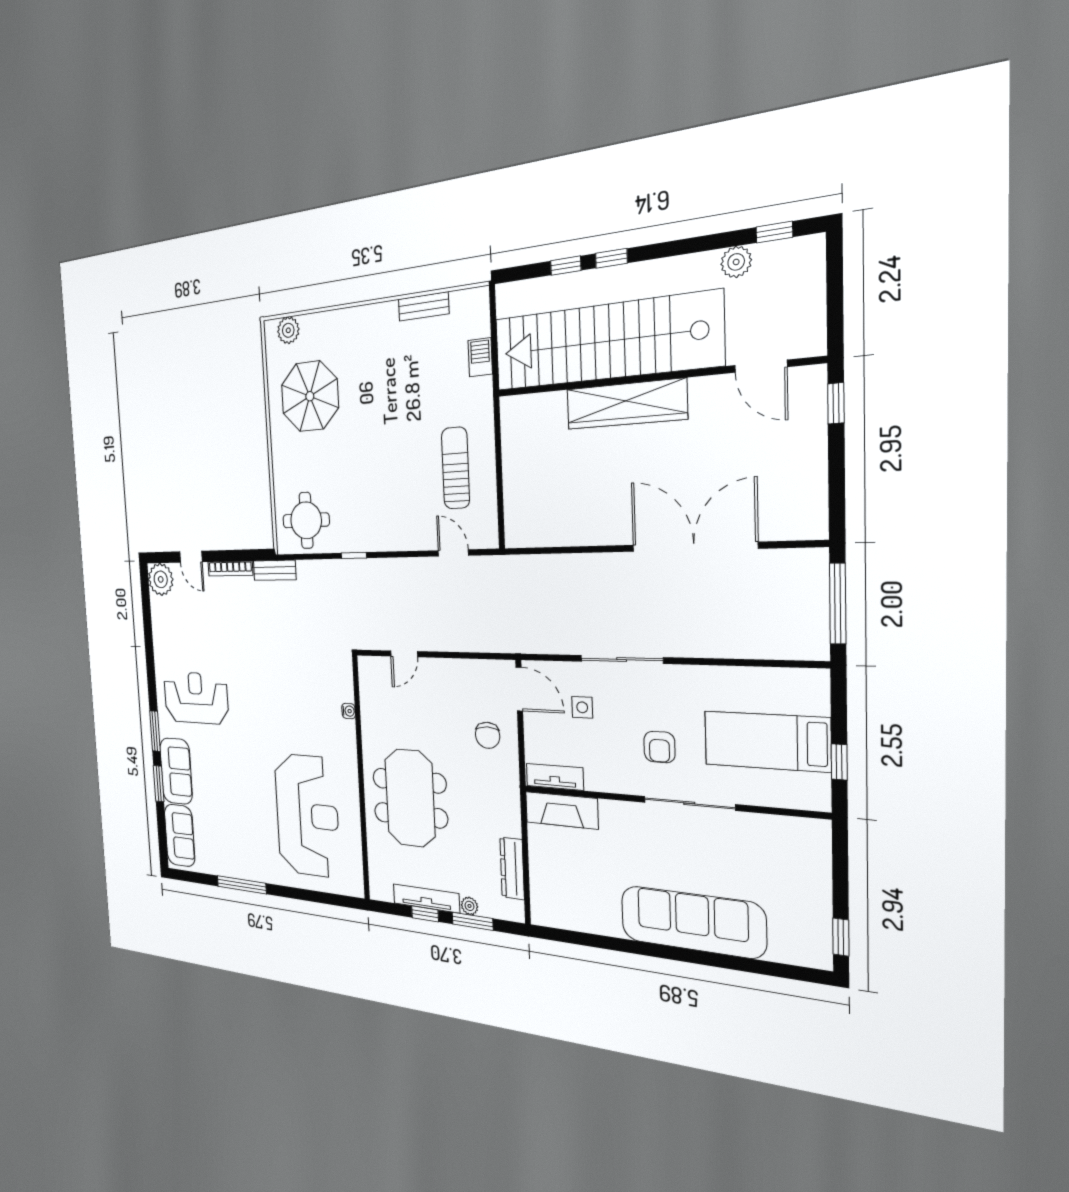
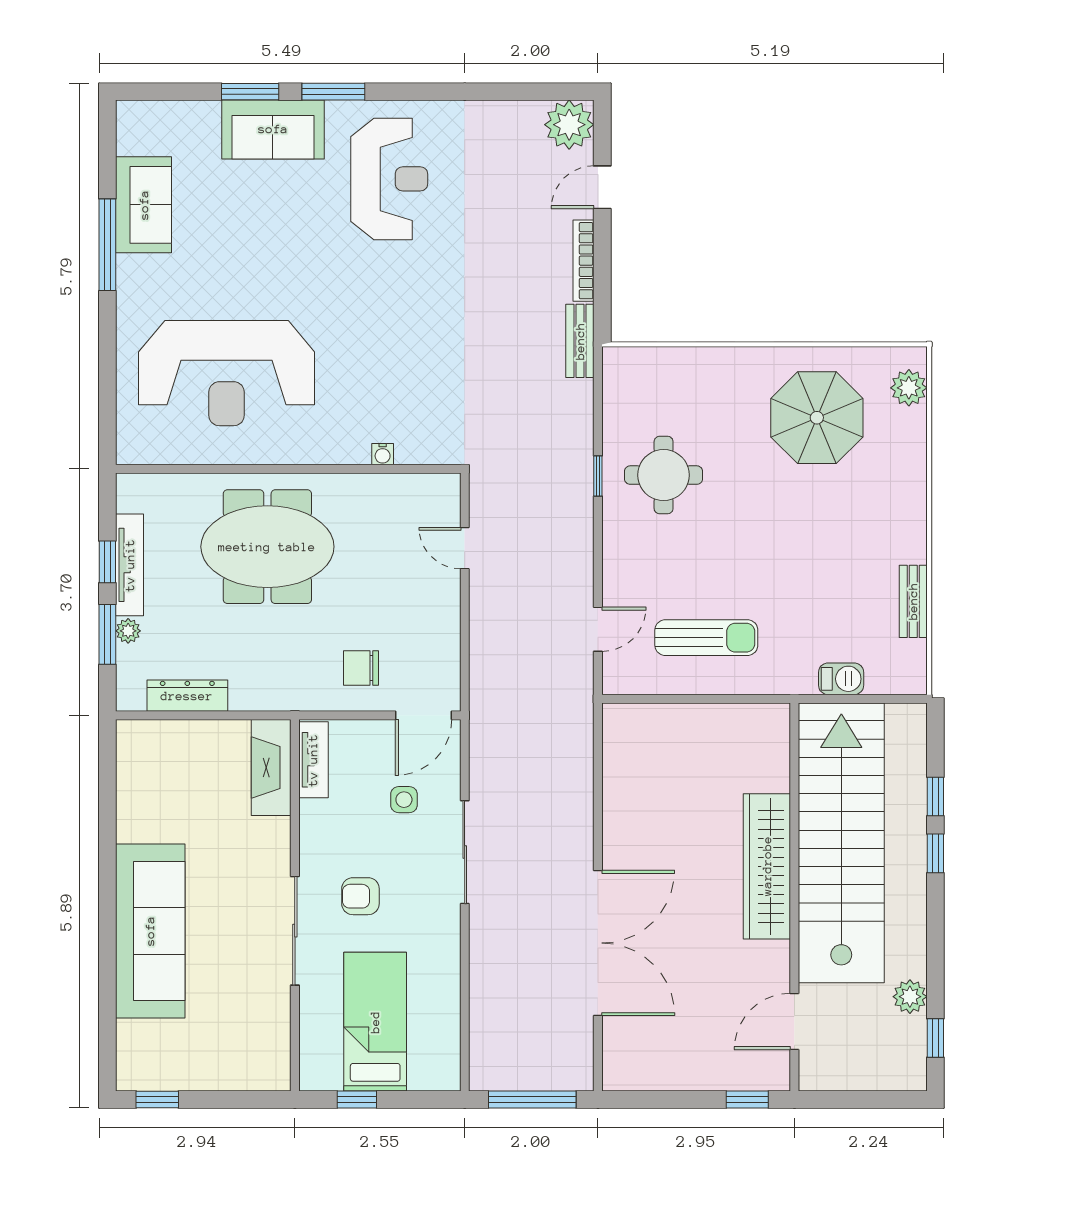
round table: (306, 520) -> (664, 475), moved
sofa: (180, 835) -> (144, 205), moved, turned -90

